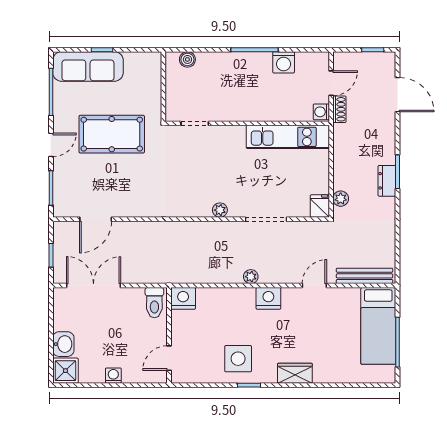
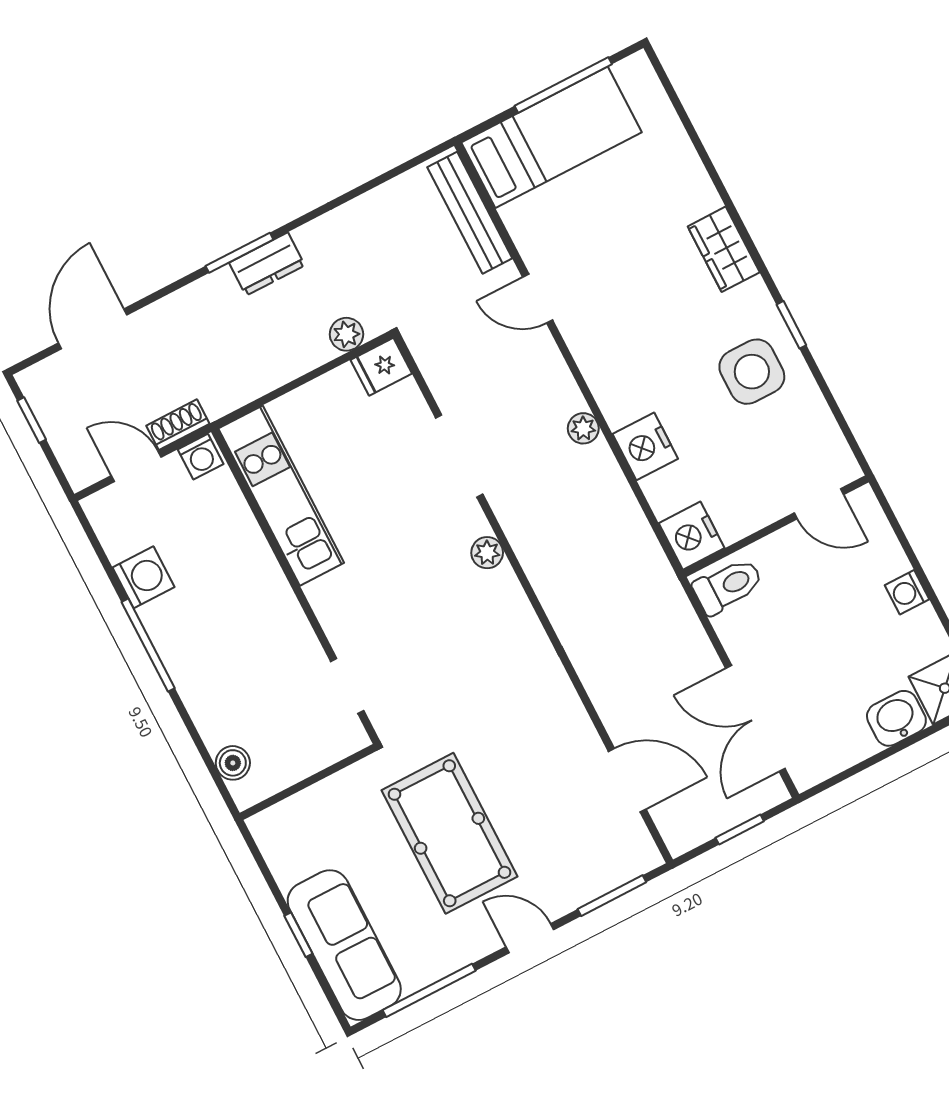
nightstand: (268, 298) -> (645, 446), moved

